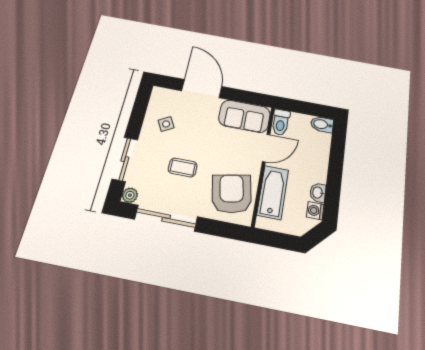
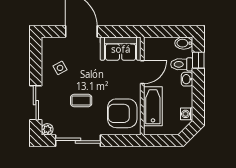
toilet: (281, 122) -> (182, 64), moved, turned 90
window: (338, 147) -> (198, 60), added
washbasin: (318, 193) -> (187, 79), moved
armchair: (232, 194) -> (122, 113), turned -79

